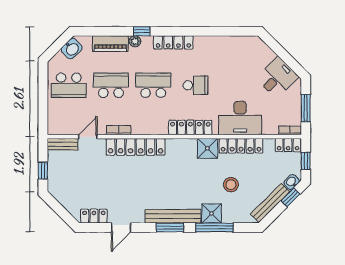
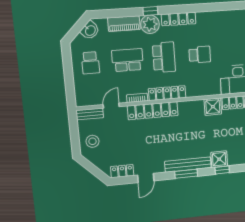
plant: (135, 41) -> (150, 24), width x1.88, depth x1.88
school desk: (69, 85) -> (90, 63), width x0.54
school desk: (153, 85) -> (164, 57), turned 90
locker: (190, 128) -> (167, 93), moved
window: (43, 171) -> (75, 138), removed
stool: (231, 185) -> (92, 141), moved
window: (214, 227) -> (222, 170), width x0.46

